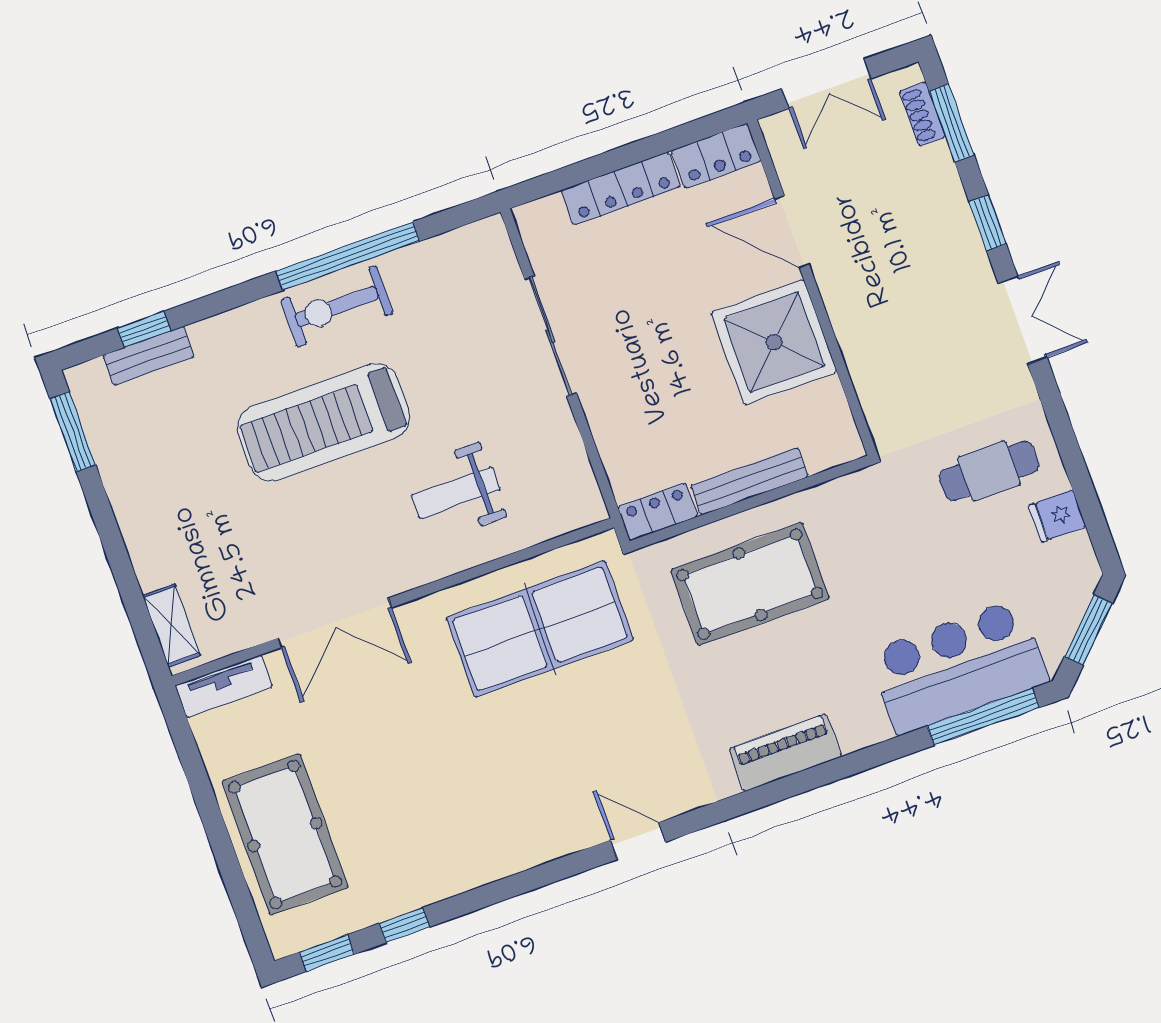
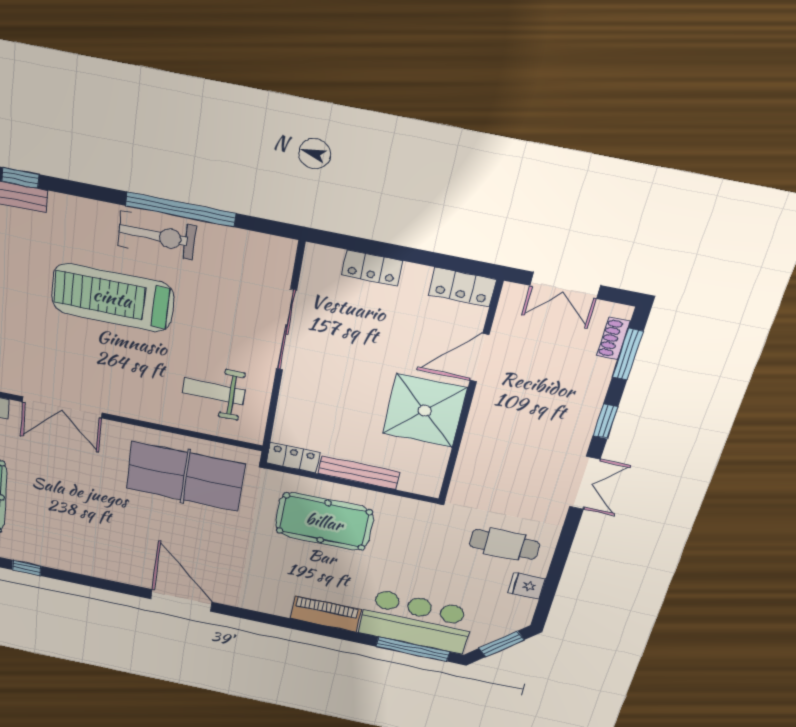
locker: (621, 188) -> (372, 268), width x0.66
door: (792, 232) -> (480, 358), hinge flipped
exercise bike: (337, 307) -> (157, 236), turned 180
weight bench: (456, 493) -> (214, 391), moved
piano: (785, 753) -> (326, 614), moved
door: (638, 841) -> (181, 600), width x1.87

